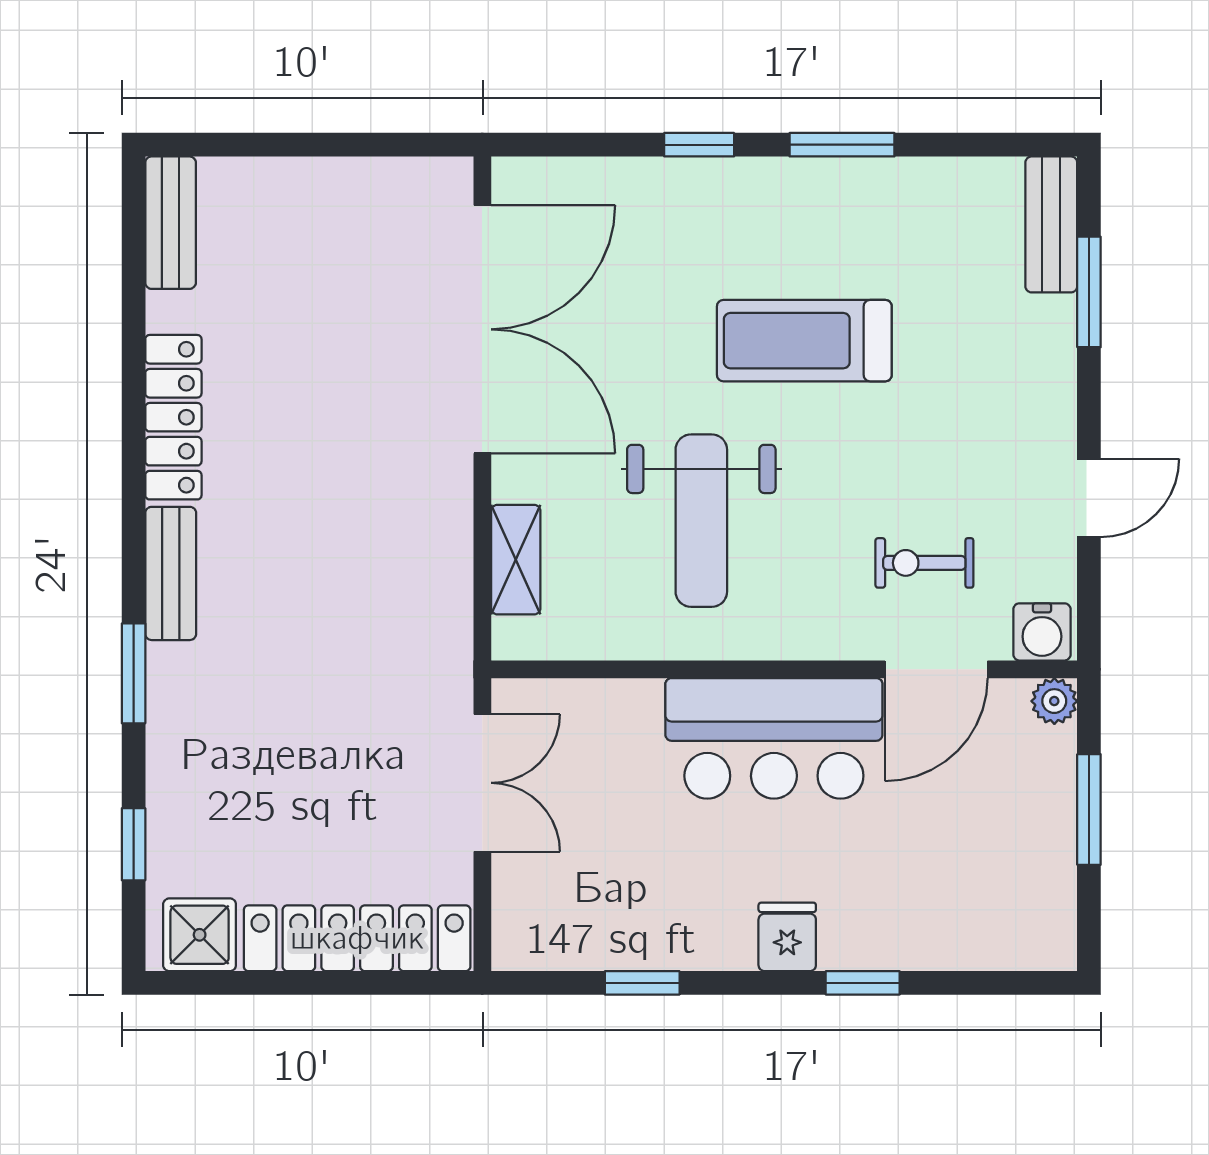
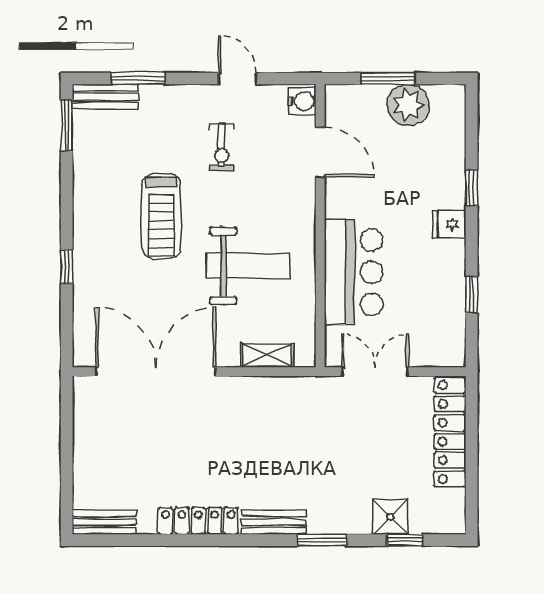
window: (842, 145) -> (67, 125), moved
exercise bike: (924, 563) -> (222, 147), moved
plant: (1054, 701) -> (408, 105), moved, width x1.88, depth x1.88
bar counter: (774, 738) -> (354, 272), moved
shower: (200, 935) -> (390, 517), moved

